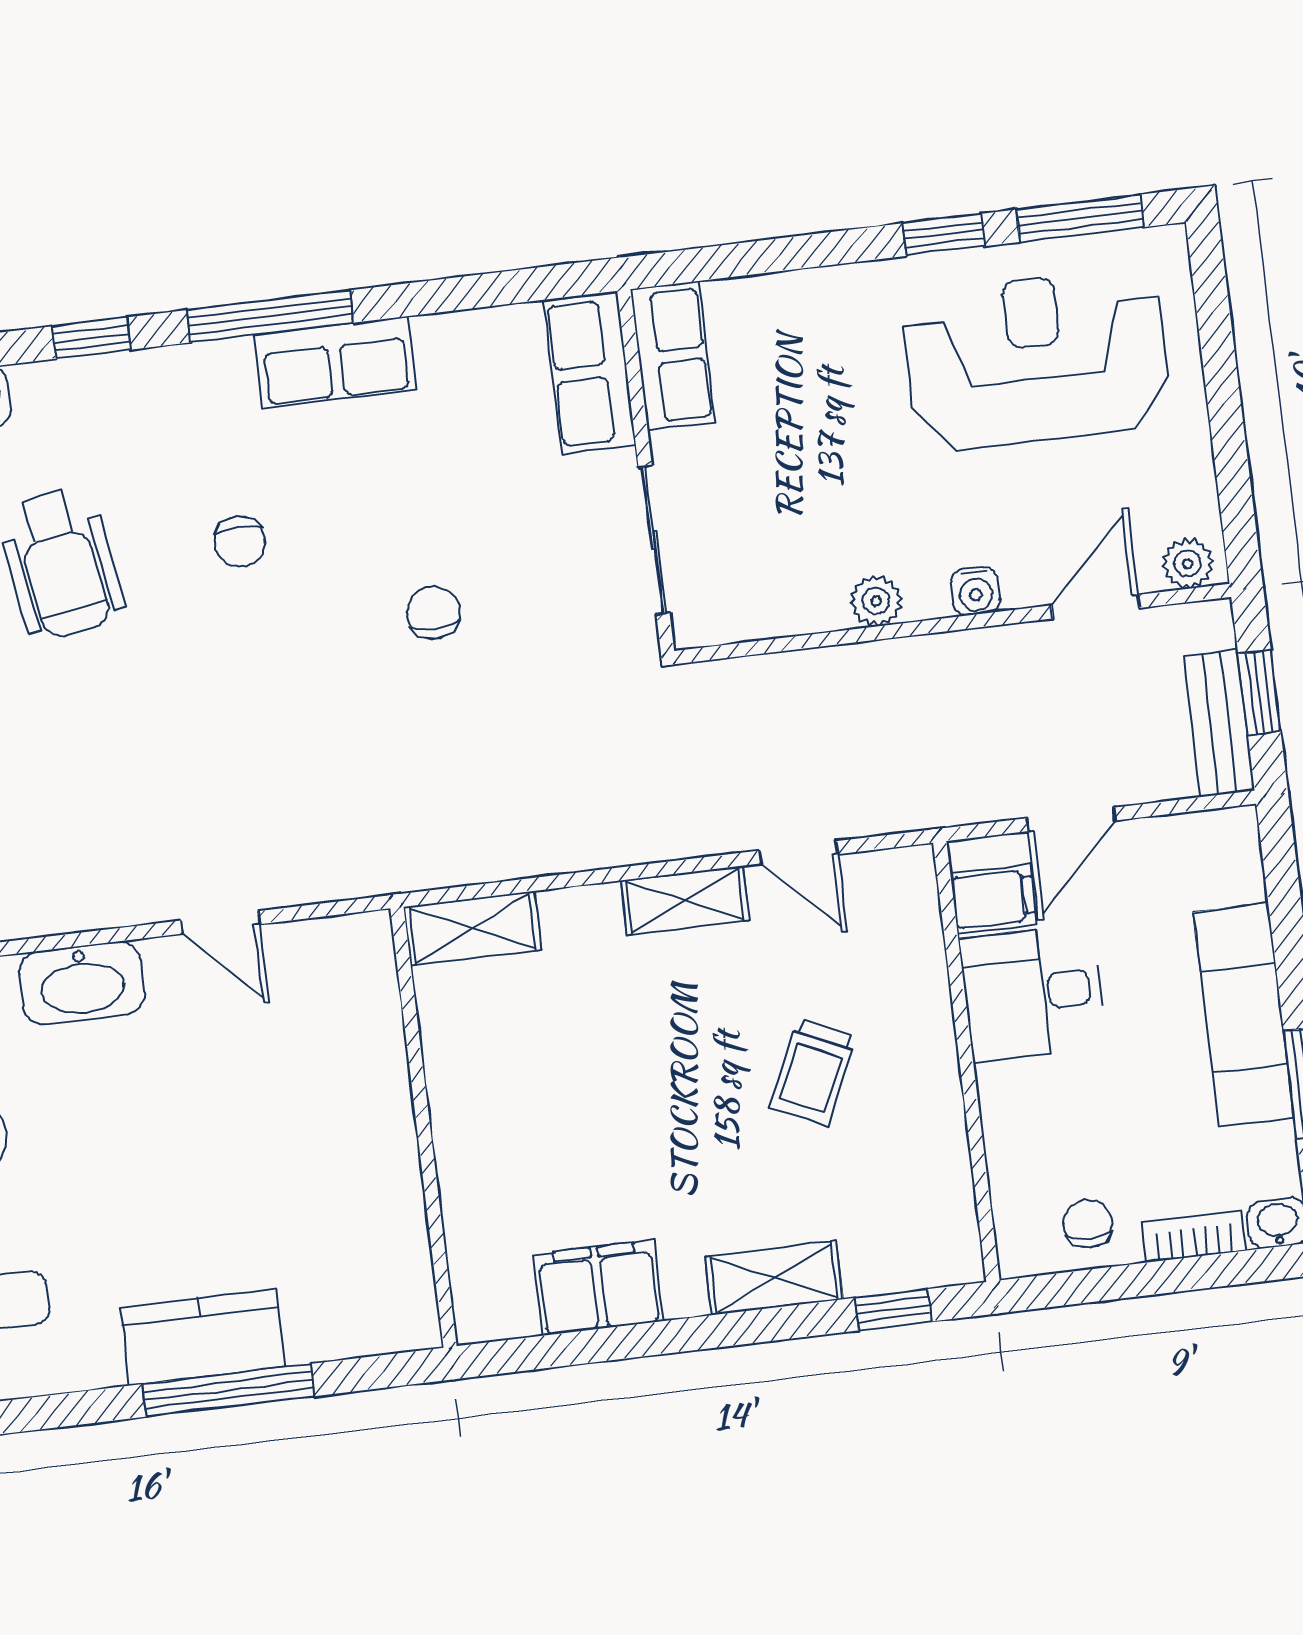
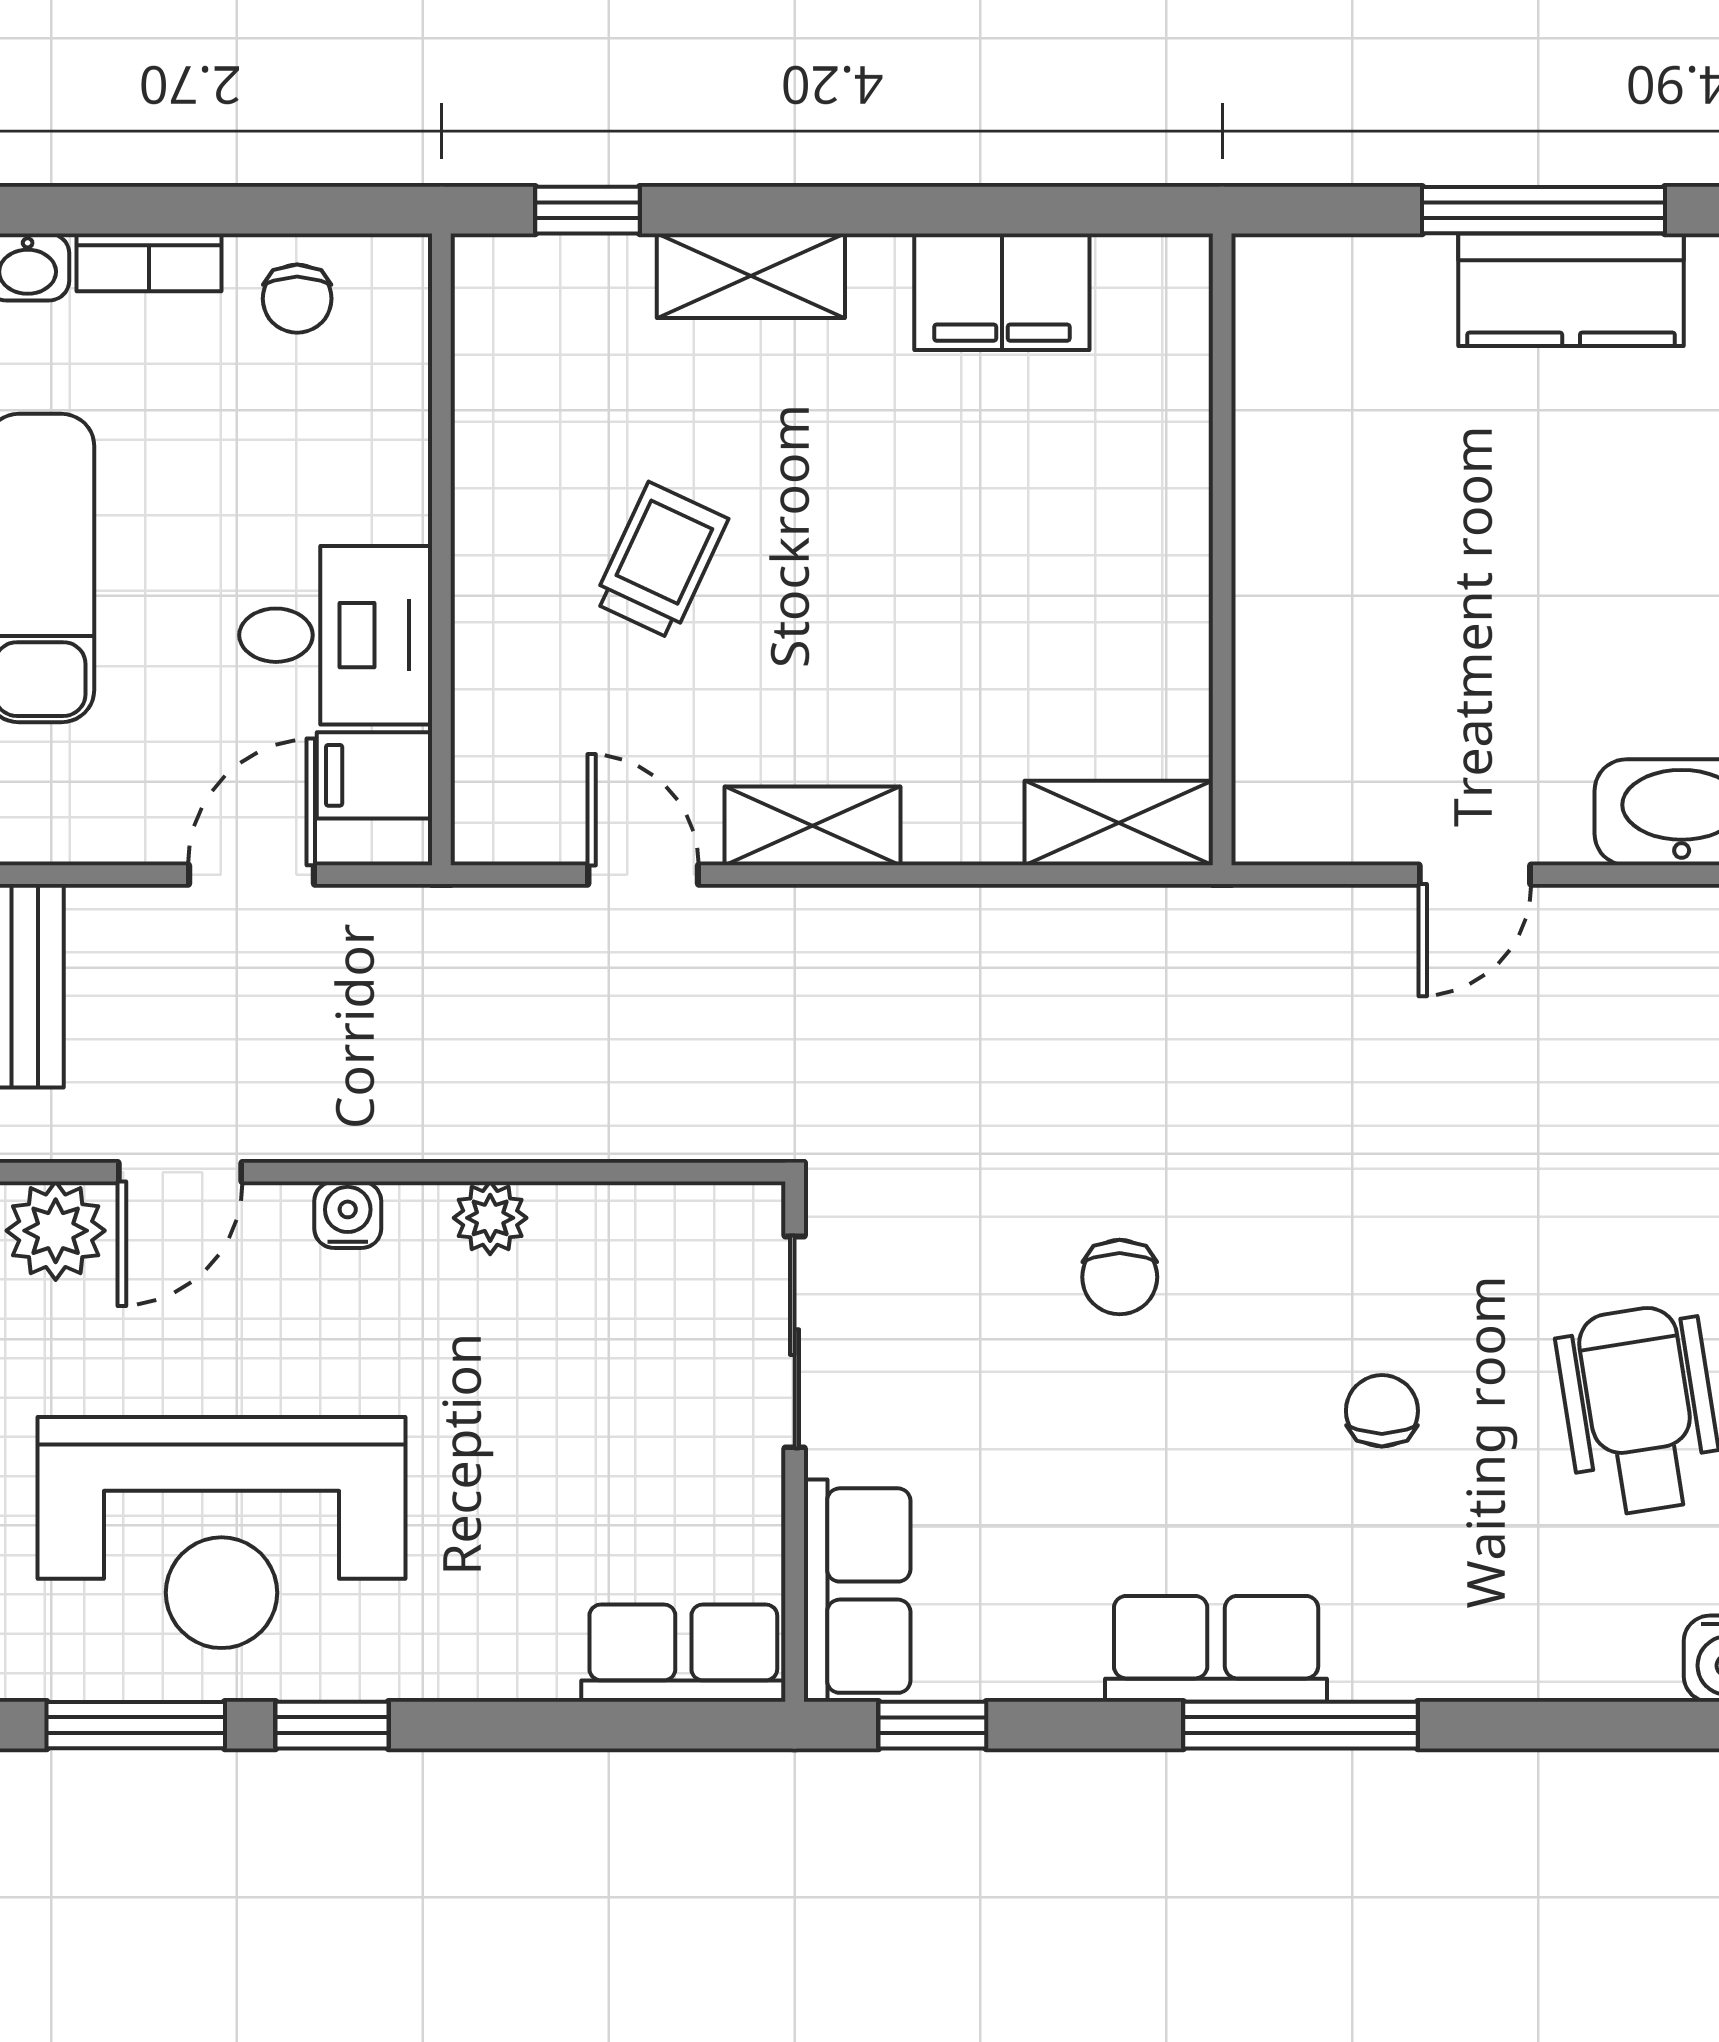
window: (91, 338) -> (932, 1725), moved
row of seats: (673, 356) -> (683, 1653), moved, turned 90
plant: (1188, 564) -> (56, 1231), width x1.38, depth x1.38
door: (220, 922) -> (1475, 875), swing flipped

